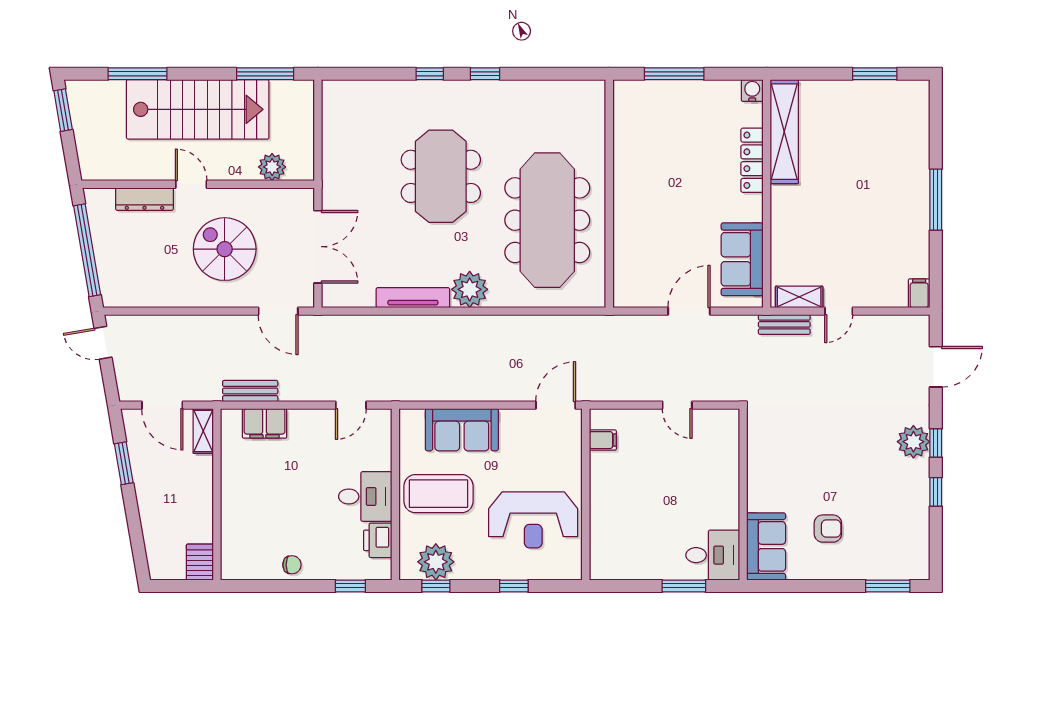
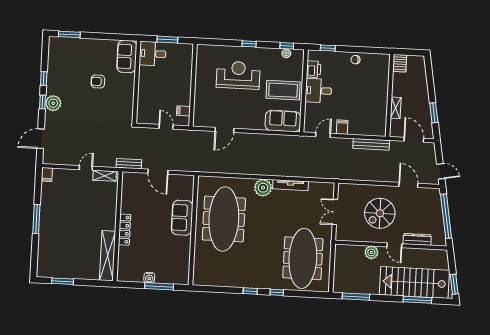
water cooler: (752, 91) -> (149, 278), moved
stairs: (198, 109) -> (414, 282), moved
locker: (752, 160) -> (125, 230), moved
plant: (272, 167) -> (371, 252), moved
meeting table: (441, 176) -> (303, 258), moved, width x1.36
double door: (318, 247) -> (335, 212), width x0.73
spiral stairs: (225, 249) -> (380, 213), turned 90
sofa: (742, 259) -> (182, 218), moved, turned 180
door: (278, 311) -> (408, 185), moved
door: (689, 311) -> (158, 172), hinge flipped
bench: (784, 324) -> (129, 164), moved
bench: (250, 391) -> (371, 144), width x1.36
filing cabinet: (264, 423) -> (342, 127), moved, width x0.50
sofa: (462, 430) -> (283, 121), moved
shelving: (203, 431) -> (396, 108), moved
filing cabinet: (603, 440) -> (183, 111), moved
wall: (586, 494) -> (193, 85), moved
armchair: (828, 529) -> (98, 81), moved
plant: (436, 562) -> (286, 53), width x0.53, depth x0.53

